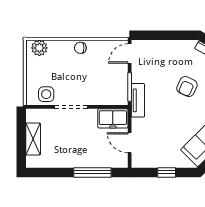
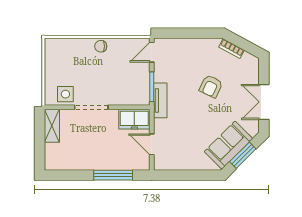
plant: (39, 48) -> (58, 46), removed
shelving: (33, 139) -> (52, 126), moved
window: (167, 172) -> (190, 175), removed

